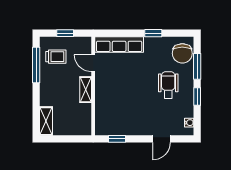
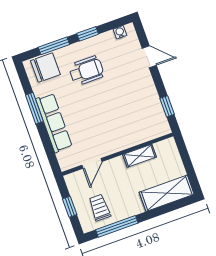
window: (153, 33) -> (34, 108), width x1.50
row of seats: (119, 44) -> (54, 123), moved
wheelchair: (168, 85) -> (86, 71), turned 180
shelving: (86, 90) -> (140, 156), moved
shelving: (46, 121) -> (167, 193), width x1.50, depth x1.33

